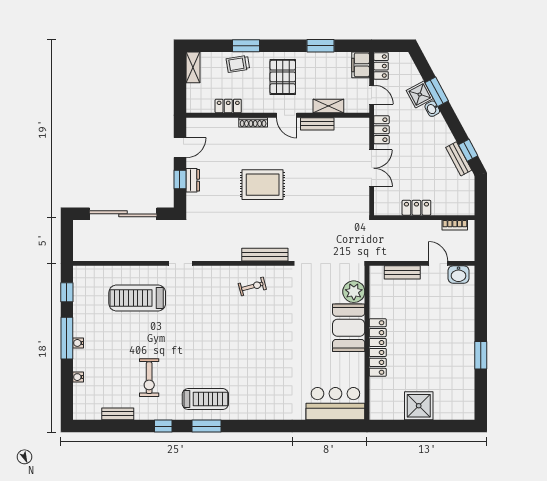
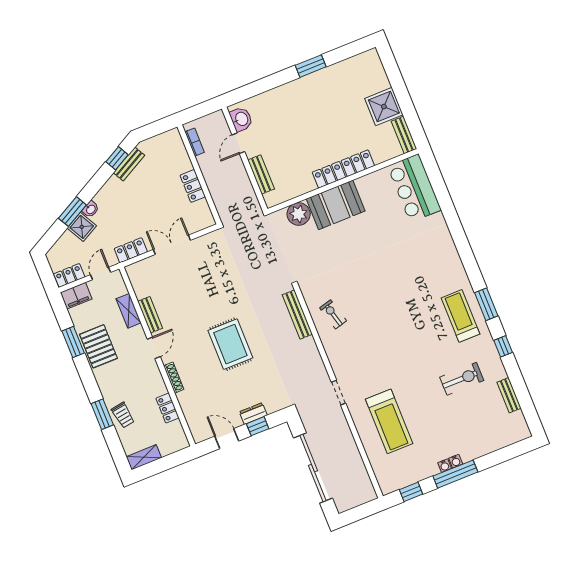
pallet: (283, 77) -> (98, 346), moved, turned 90
water cooler: (78, 377) -> (445, 466), moved
bench: (386, 413) -> (404, 135), added

